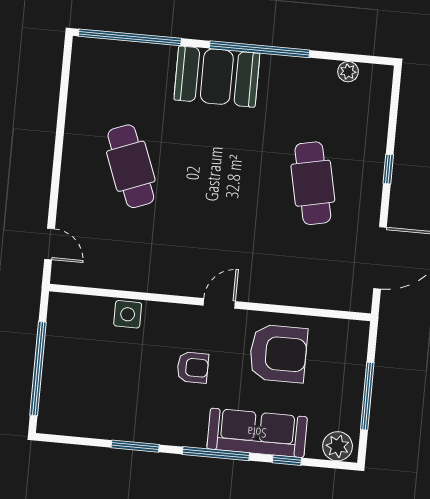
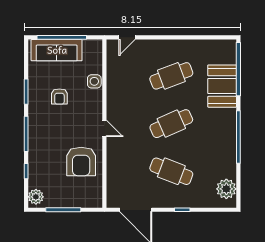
plant: (348, 72) -> (226, 189), width x1.88, depth x1.88
booth: (217, 77) -> (222, 86), moved
cafe table: (222, 175) -> (171, 124), added
cafe table: (313, 183) -> (171, 171), turned 33
armchair: (193, 367) -> (59, 96), moved
sofa: (257, 433) -> (57, 50), moved, turned 90

